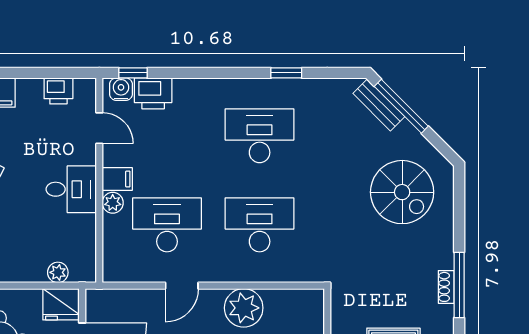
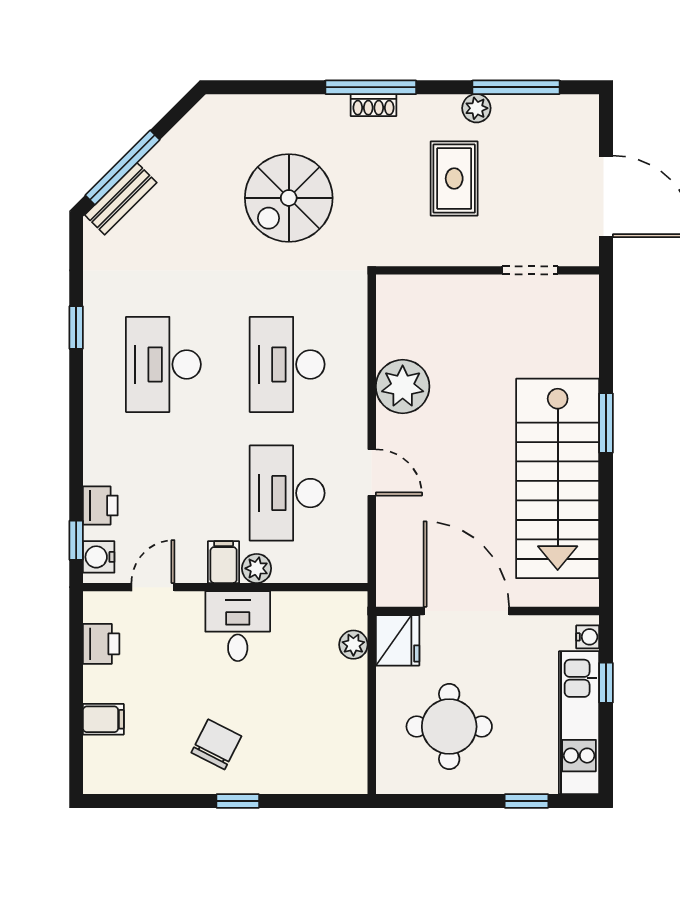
printer: (153, 93) -> (100, 505), width x0.73, depth x0.81
spiral stairs: (402, 192) -> (289, 198), moved, turned 180

